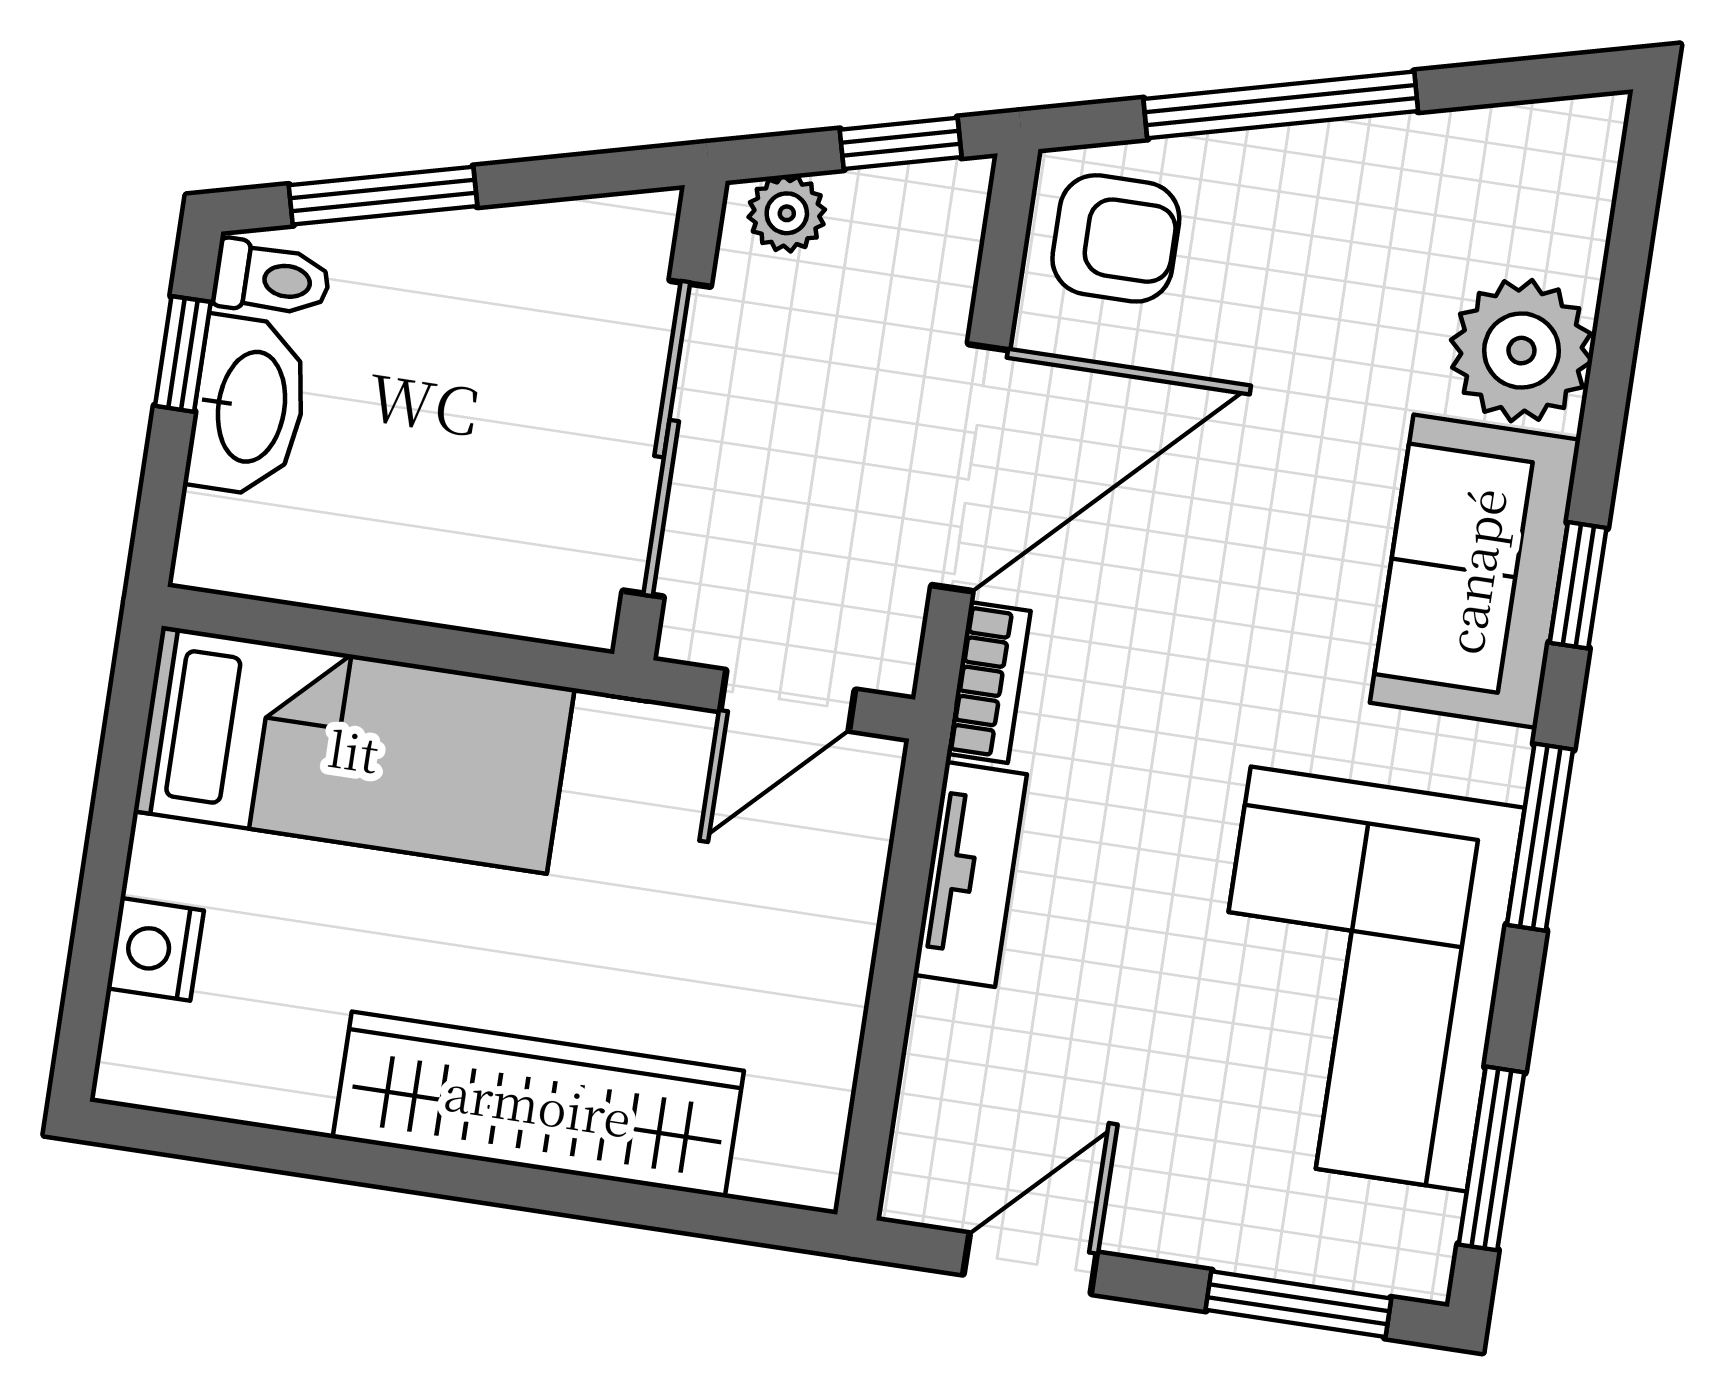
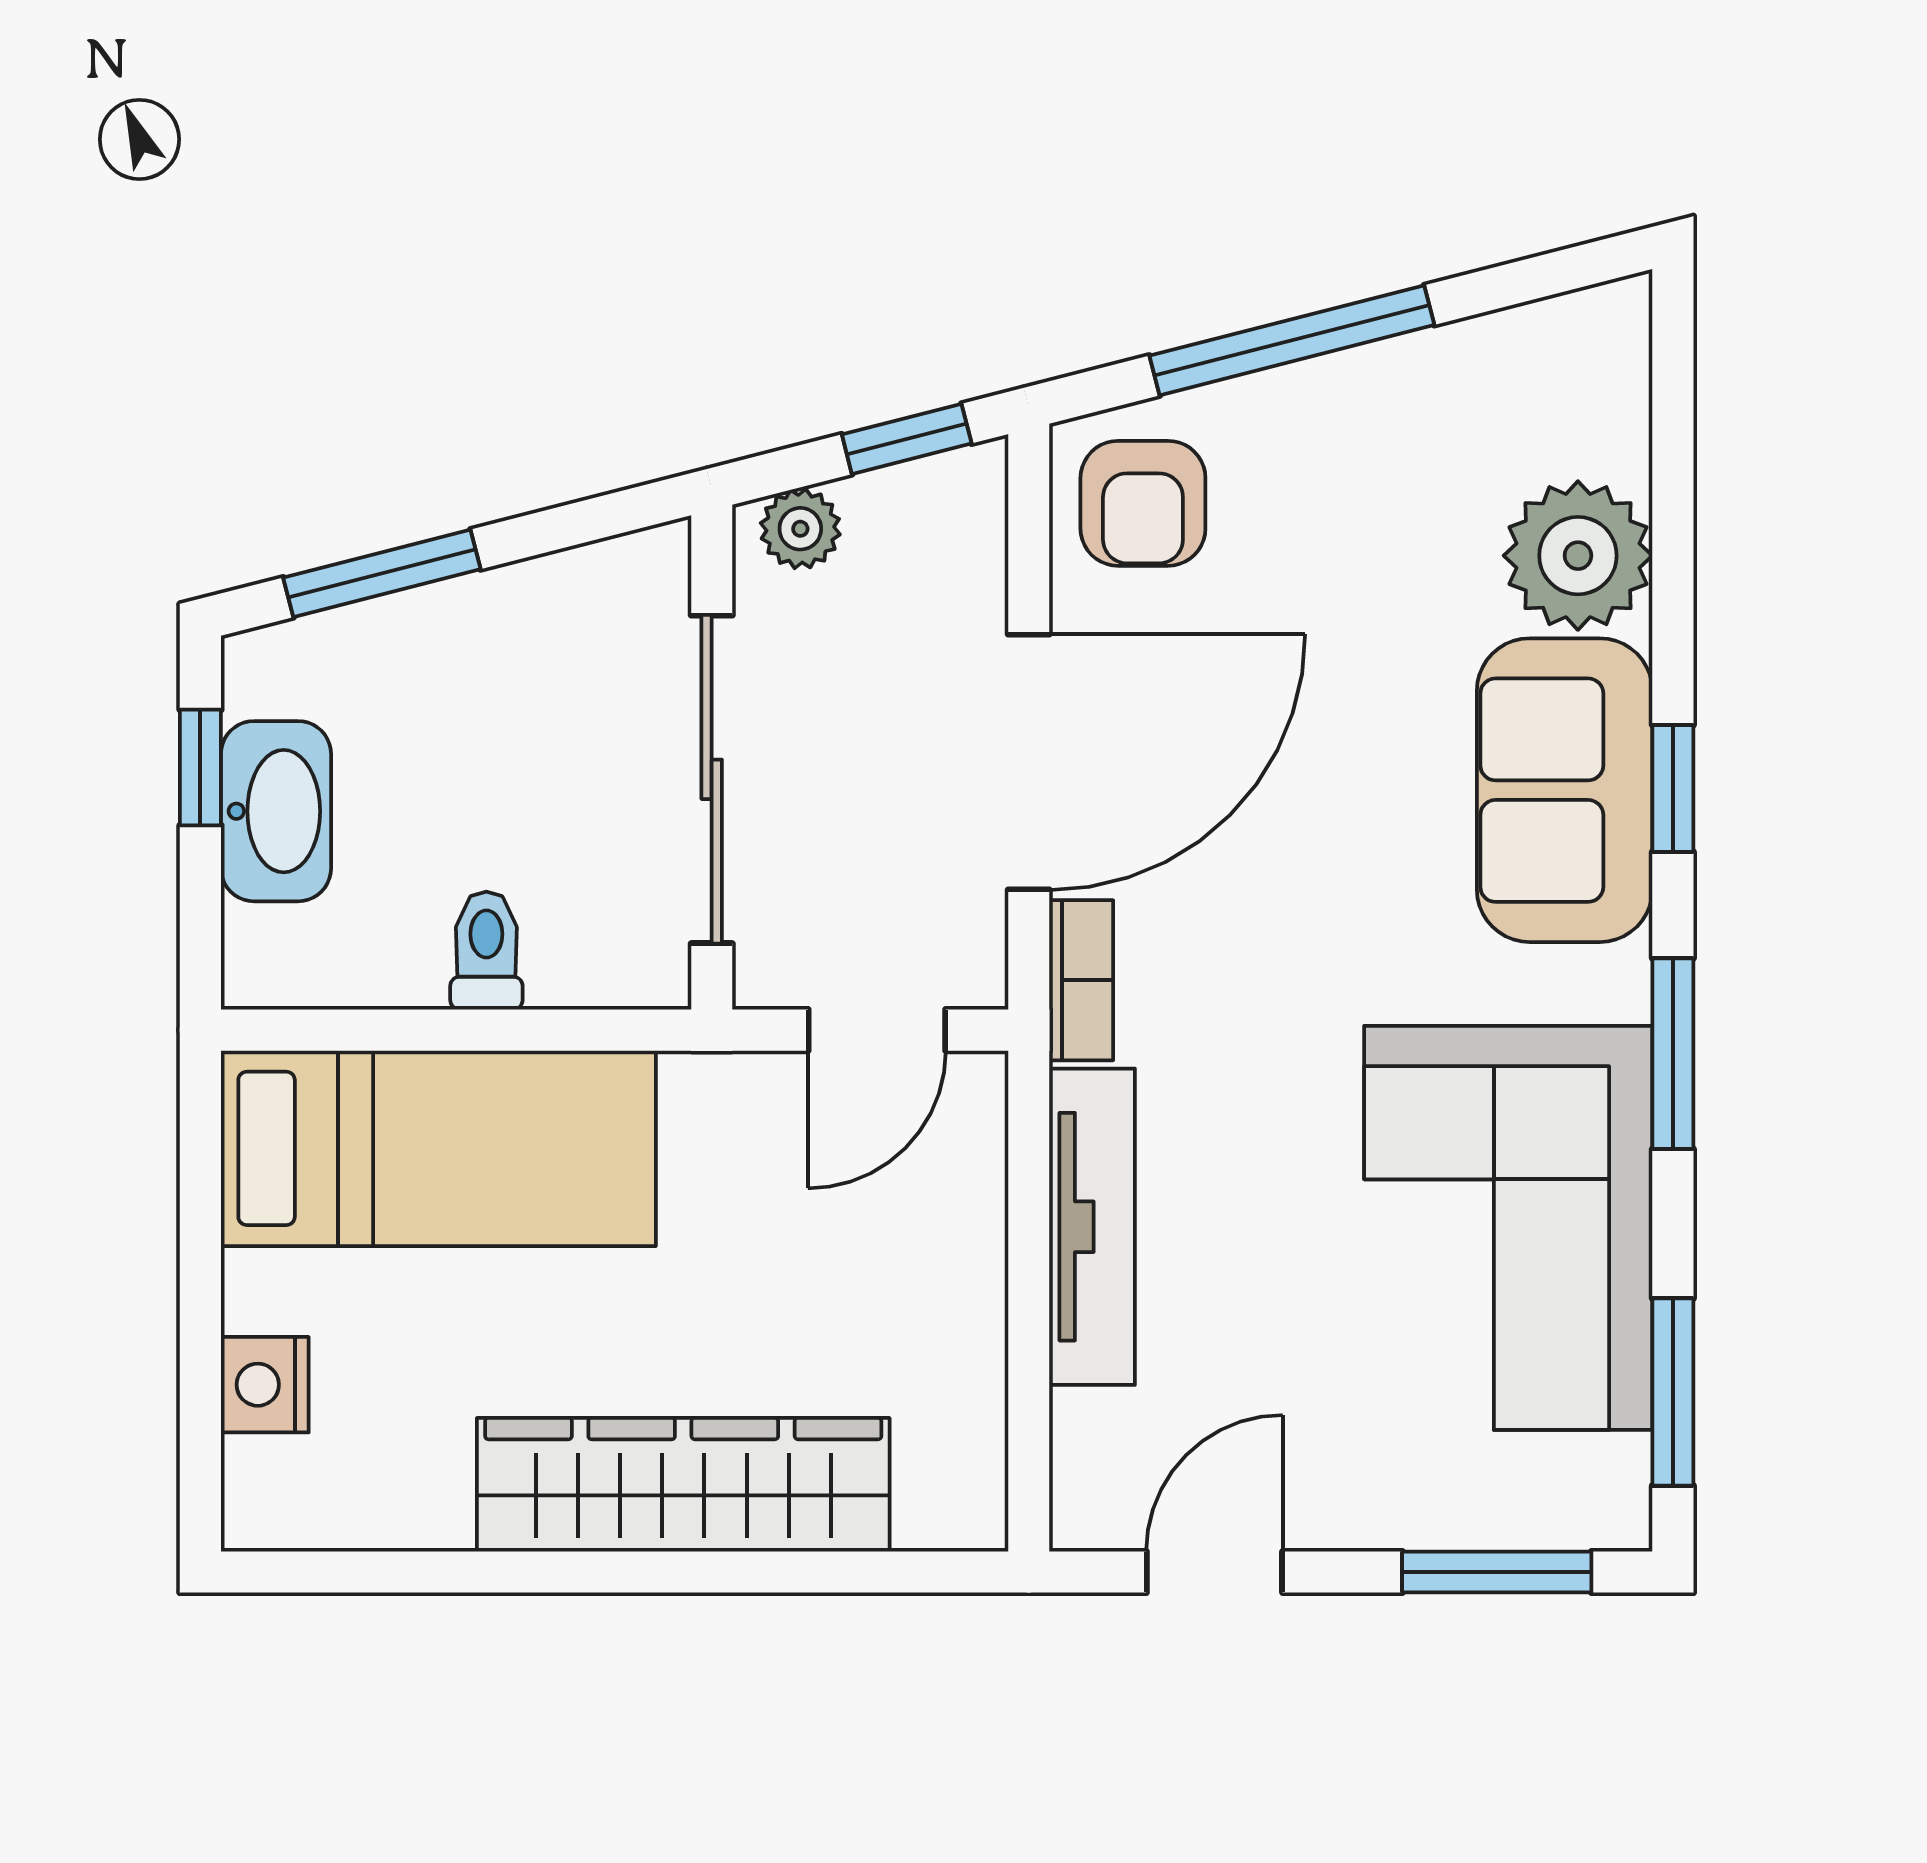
armchair: (1116, 238) -> (1143, 503), turned 90
toilet: (271, 279) -> (486, 951), moved, turned -90
tv unit: (970, 874) -> (1092, 1227), width x1.41

